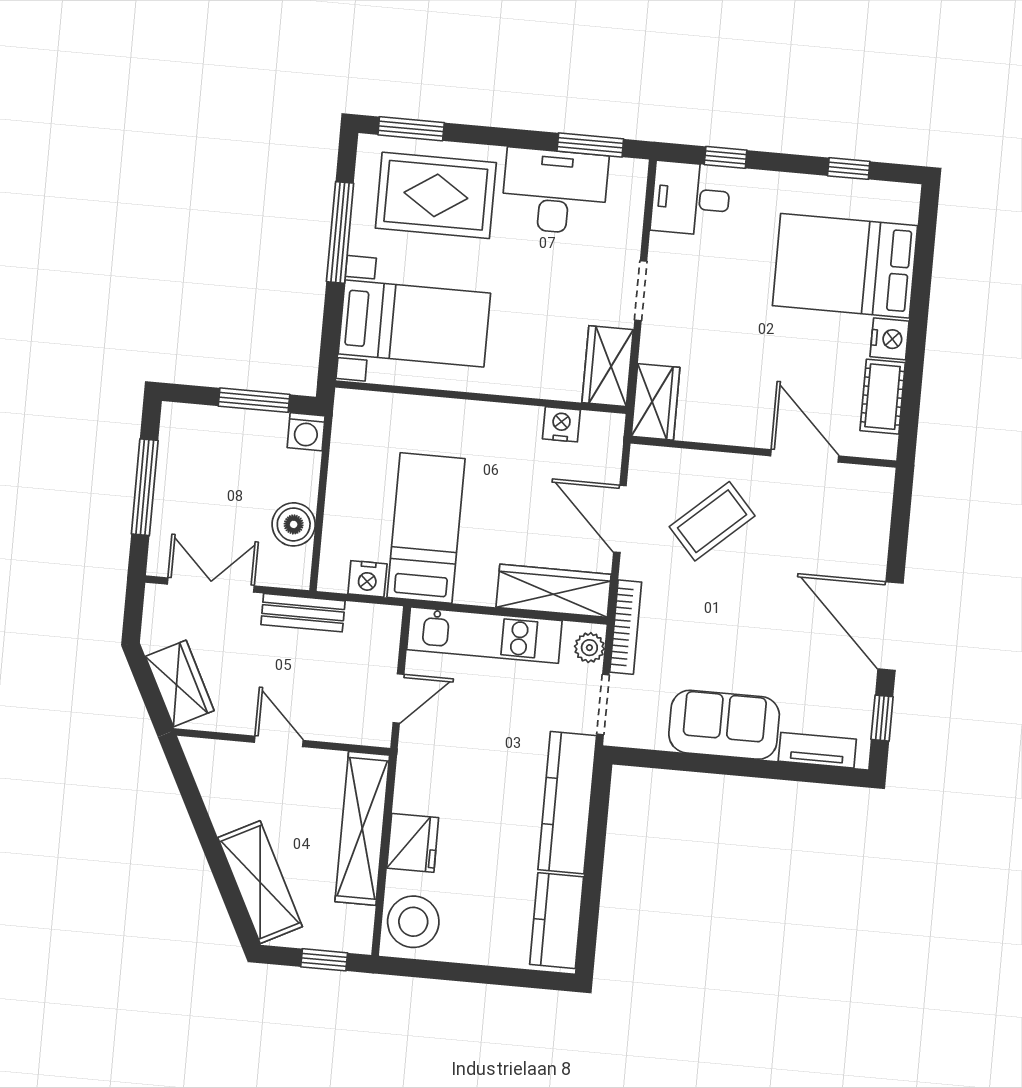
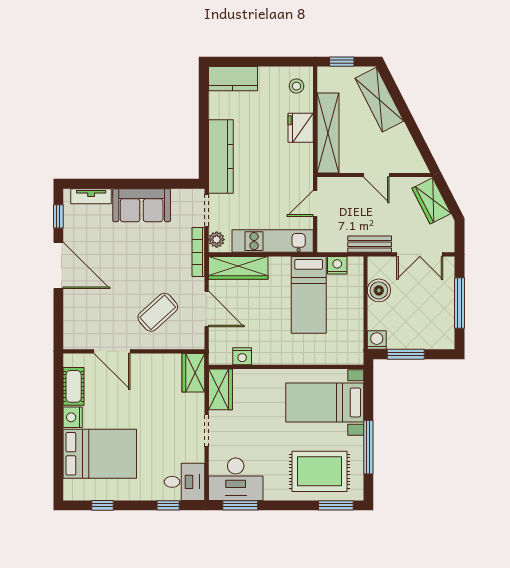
desk: (555, 191) -> (236, 479), moved
kitchen counter: (557, 921) -> (233, 79), moved, turned 90
stool: (413, 922) -> (296, 86), width x0.53, depth x0.53

